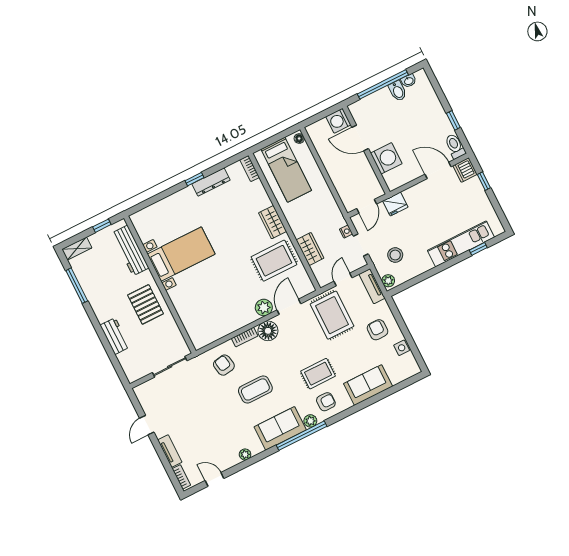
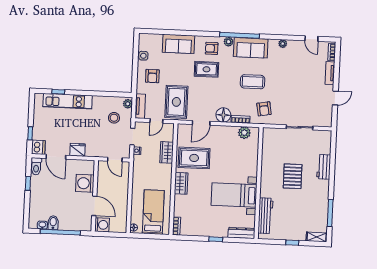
dresser: (211, 182) -> (241, 233), moved
fridge: (395, 204) -> (78, 150), moved
door: (367, 206) -> (115, 160), swing flipped
workbench: (130, 250) -> (265, 216), moved
bed with nightstands: (181, 254) -> (234, 195), moved
wall: (160, 284) -> (259, 183), moved
plant: (264, 308) -> (244, 133), moved

